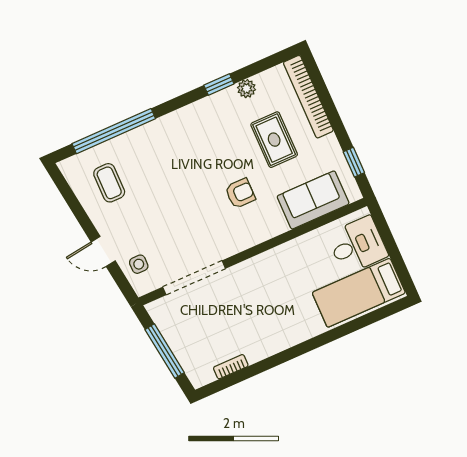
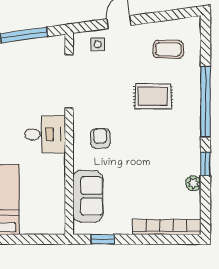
window: (114, 131) -> (205, 102), moved
rug: (274, 140) -> (153, 96), moved
armchair: (240, 193) -> (100, 138), moved, turned 180
desk: (357, 245) -> (45, 134), moved, turned -90

